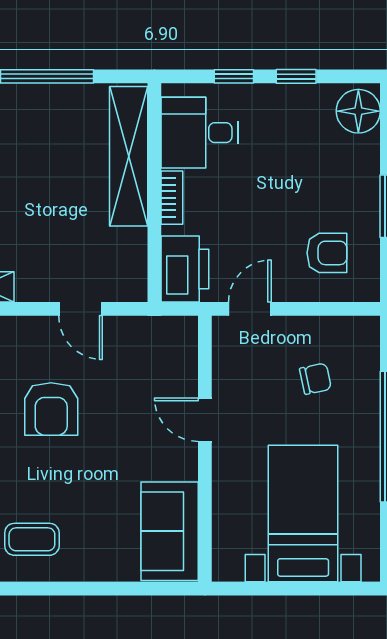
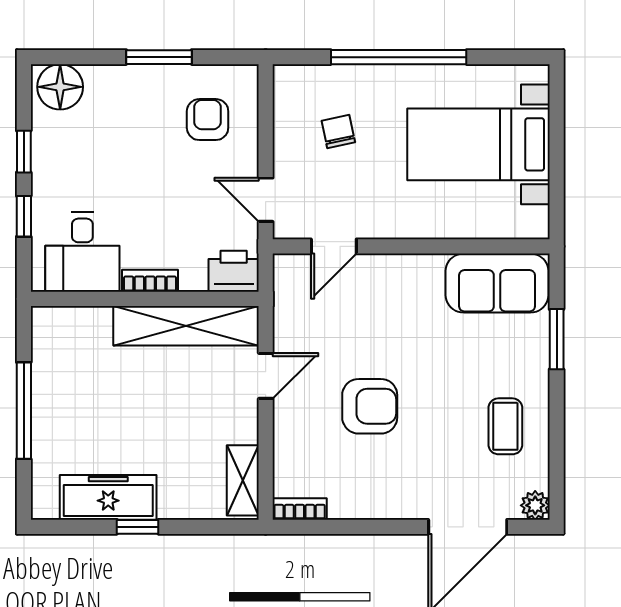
shelving: (129, 156) -> (186, 326), moved
printer: (185, 269) -> (234, 271), width x0.73, depth x0.84
door: (205, 420) -> (334, 246), moved
window: (116, 589) -> (557, 339), added

